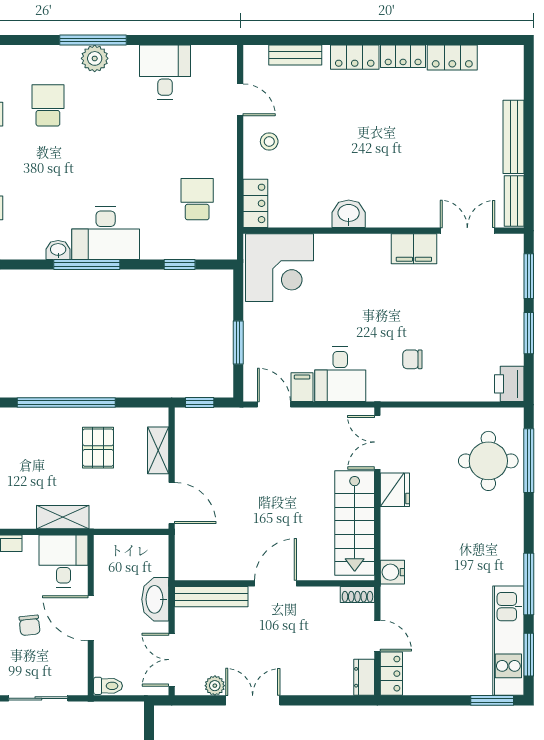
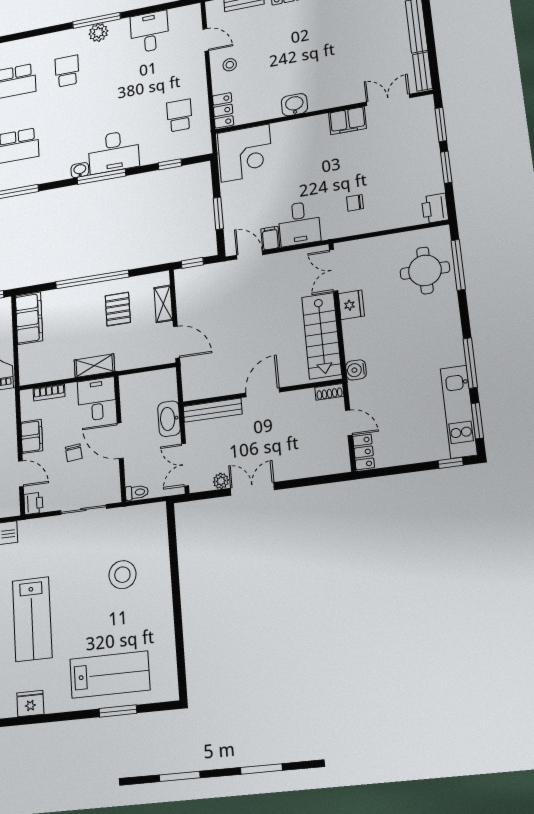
dresser: (364, 677) -> (341, 458), removed
window: (492, 700) -> (451, 463), width x0.67

